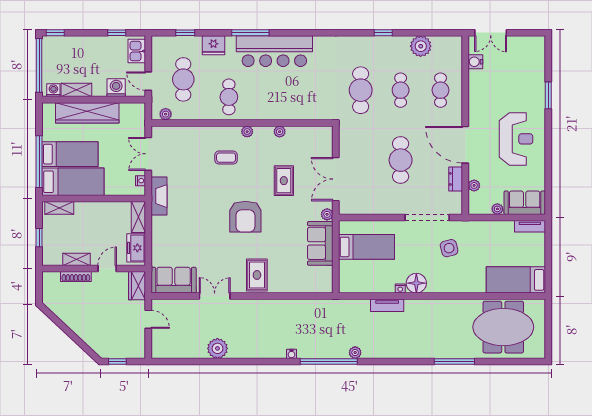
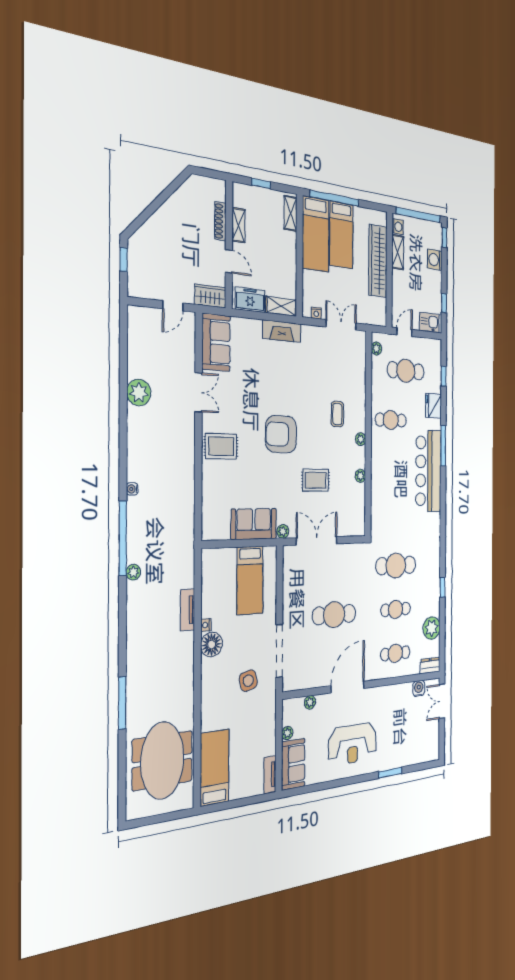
washing machine: (116, 88) -> (435, 260), moved, turned 180
dresser: (456, 179) -> (430, 666), moved
fireplace: (159, 196) -> (282, 331), moved

